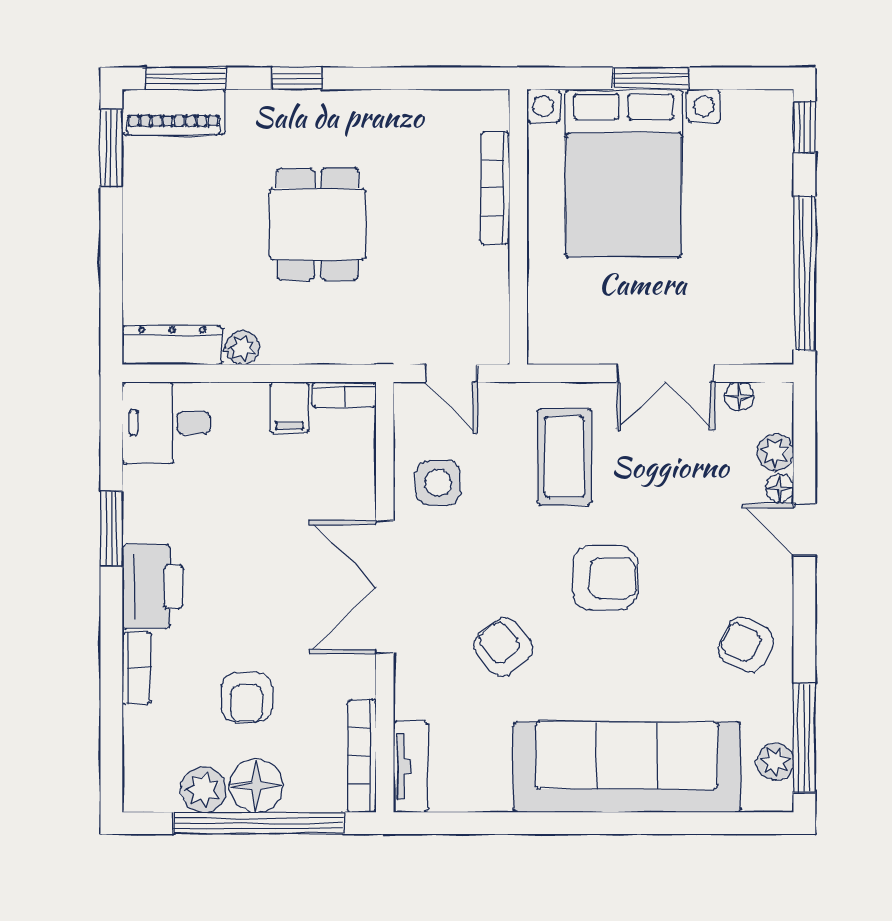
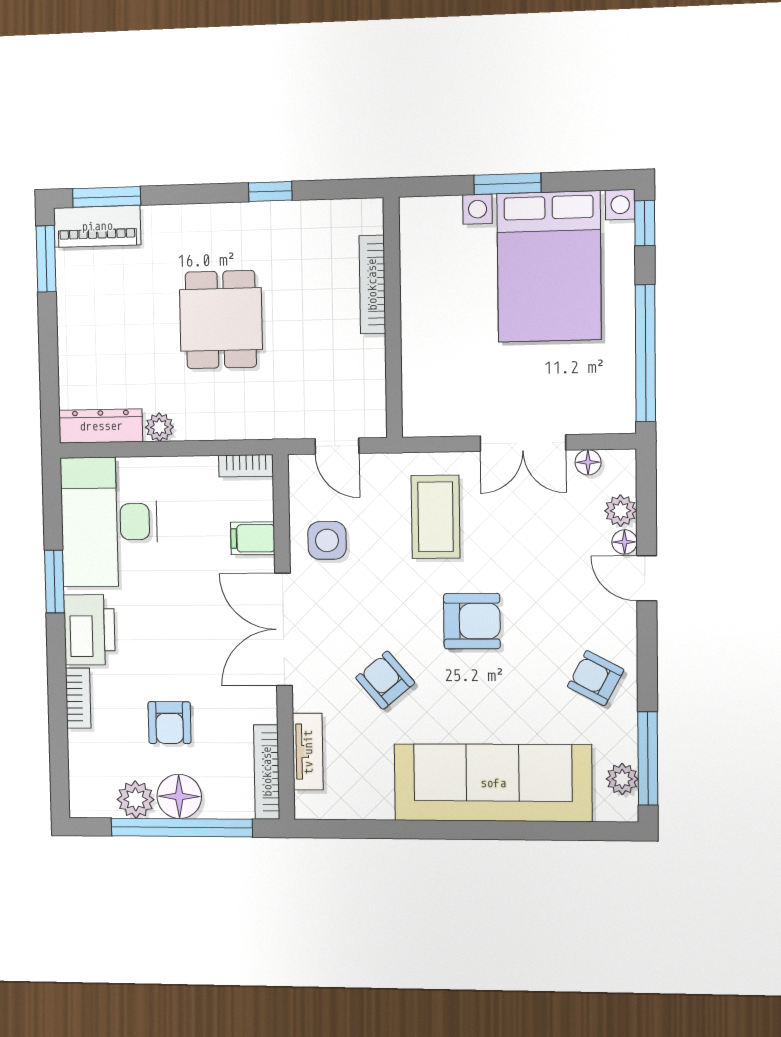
window: (297, 78) -> (270, 192), moved
bed with nightstands: (623, 173) -> (549, 267), moved
filing cabinet: (289, 408) -> (253, 538), moved, turned 90
desk: (166, 423) -> (109, 522), width x1.87, depth x1.30
tv unit: (411, 767) -> (308, 752), moved

